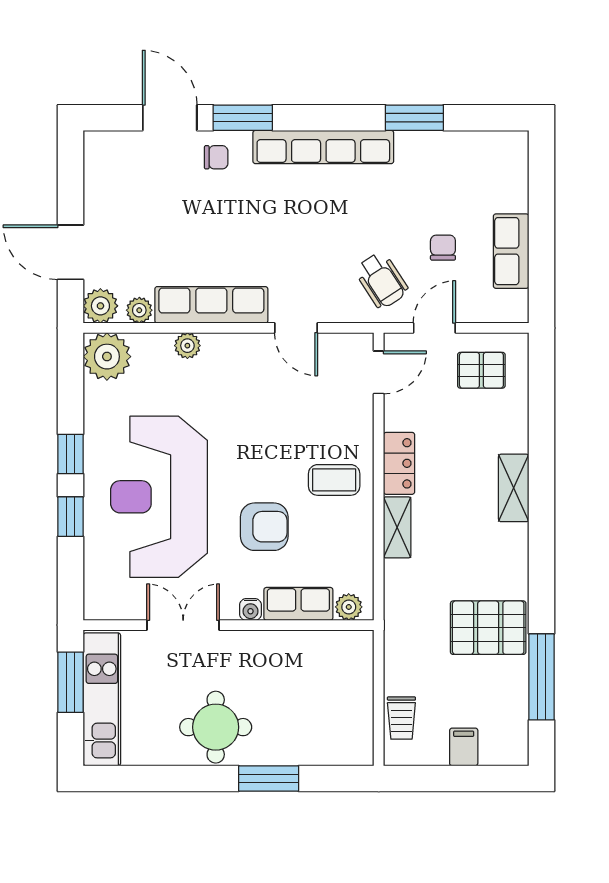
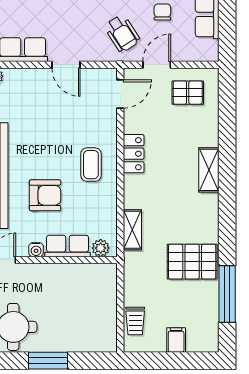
coffee table: (334, 480) -> (91, 165), turned 90
shelving: (397, 527) -> (132, 230), moved

